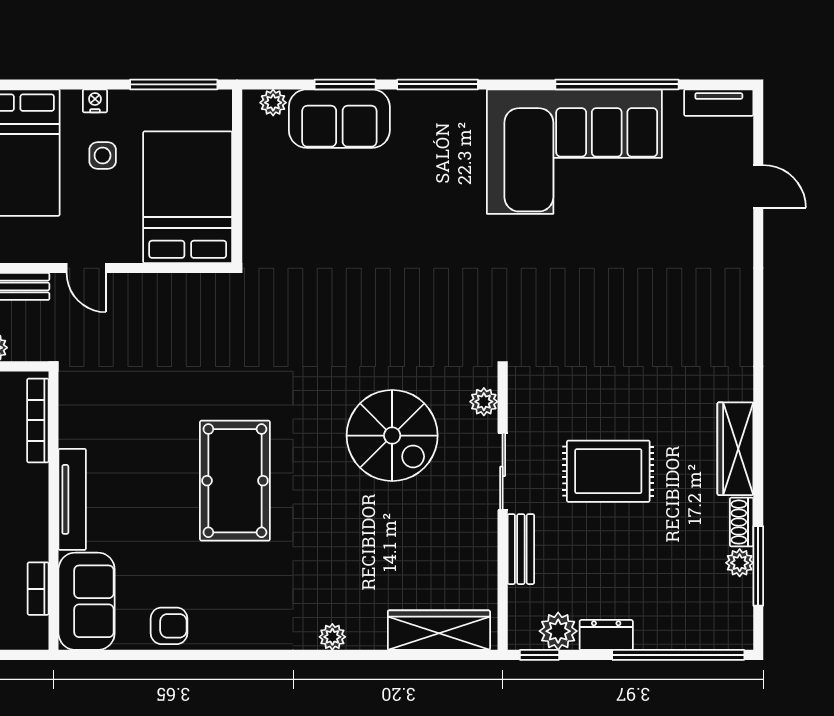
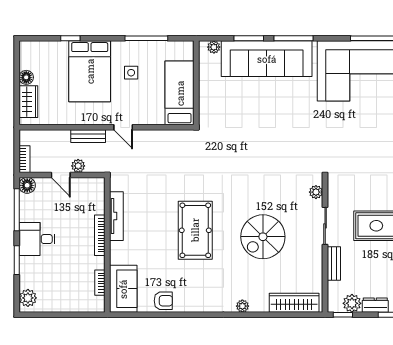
window: (174, 84) -> (146, 38), moved
nightstand: (95, 101) -> (127, 46), removed
sofa: (339, 119) -> (267, 59), width x1.85, depth x1.27
bed: (188, 197) -> (180, 93), width x0.67
bookcase: (38, 420) -> (100, 235), moved
spiral stairs: (392, 436) -> (263, 237), moved, turned 90
tv unit: (72, 499) -> (116, 216), moved

